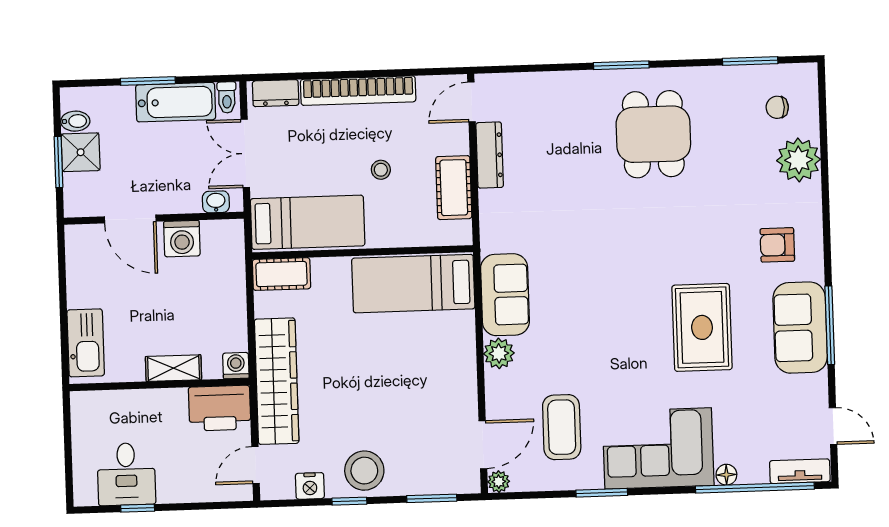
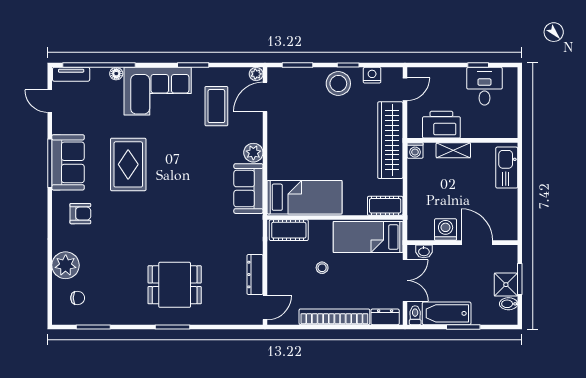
dining table: (653, 134) -> (175, 285), moved, turned 90
cot: (454, 188) -> (289, 230), moved, turned 90
printer: (220, 408) -> (441, 125), moved

